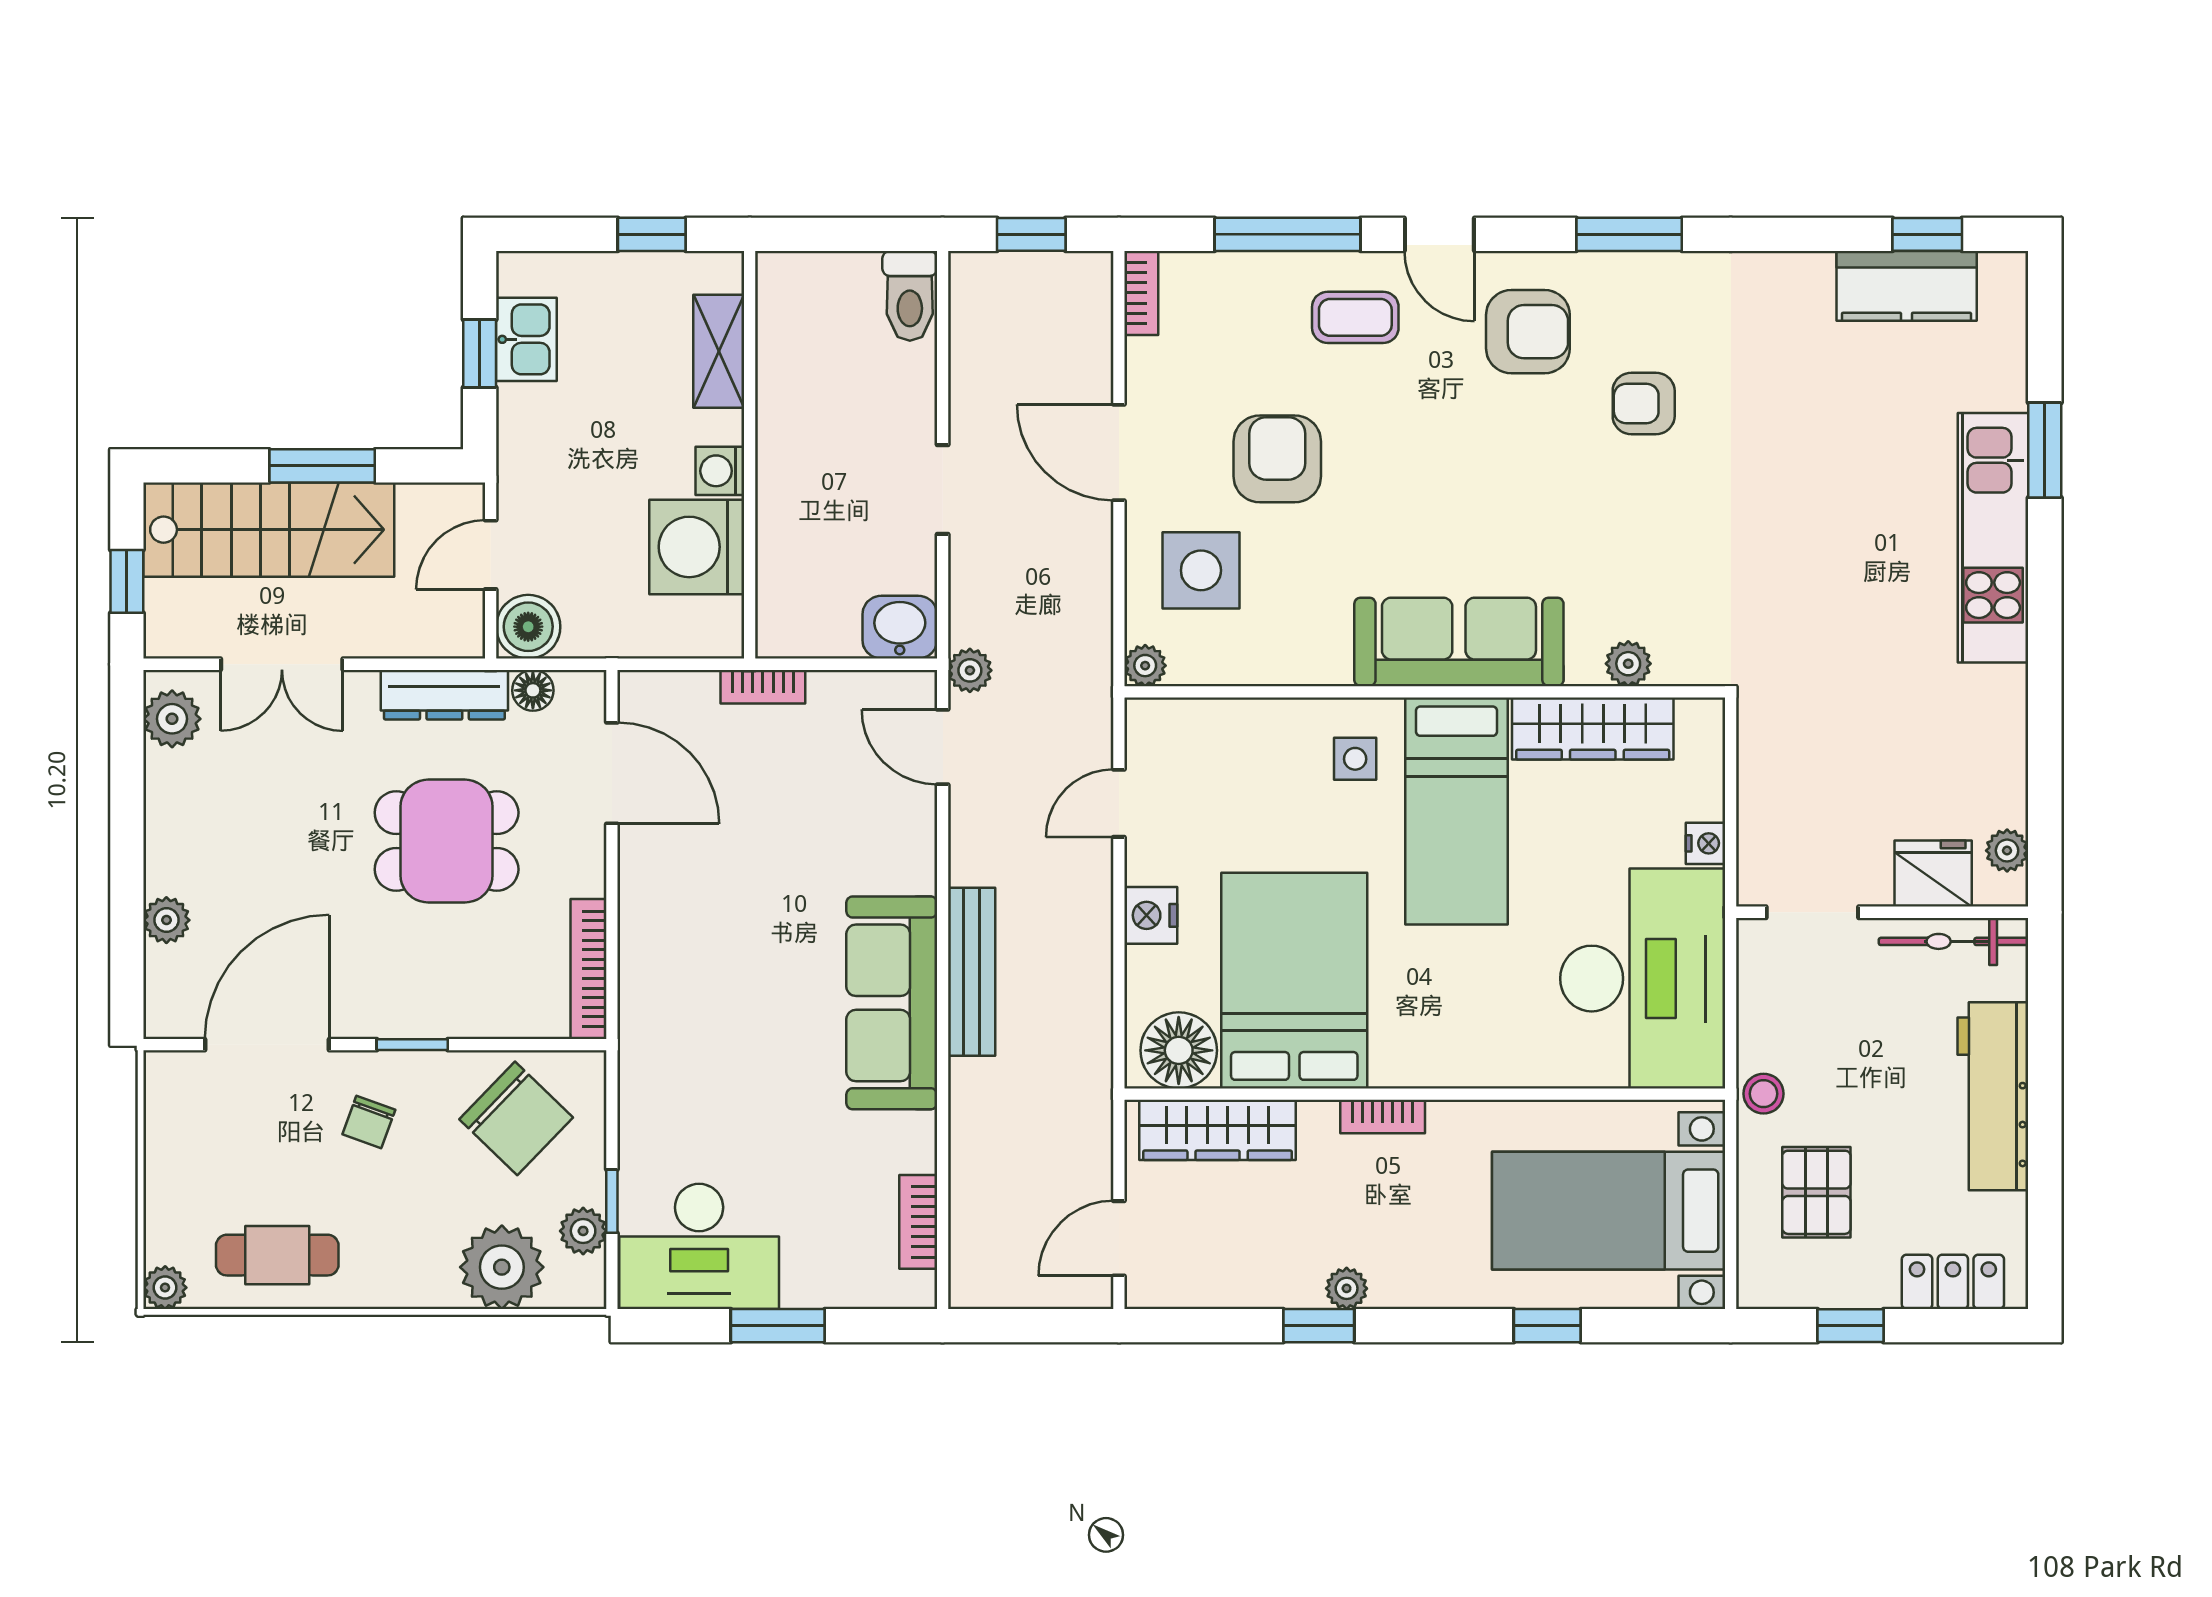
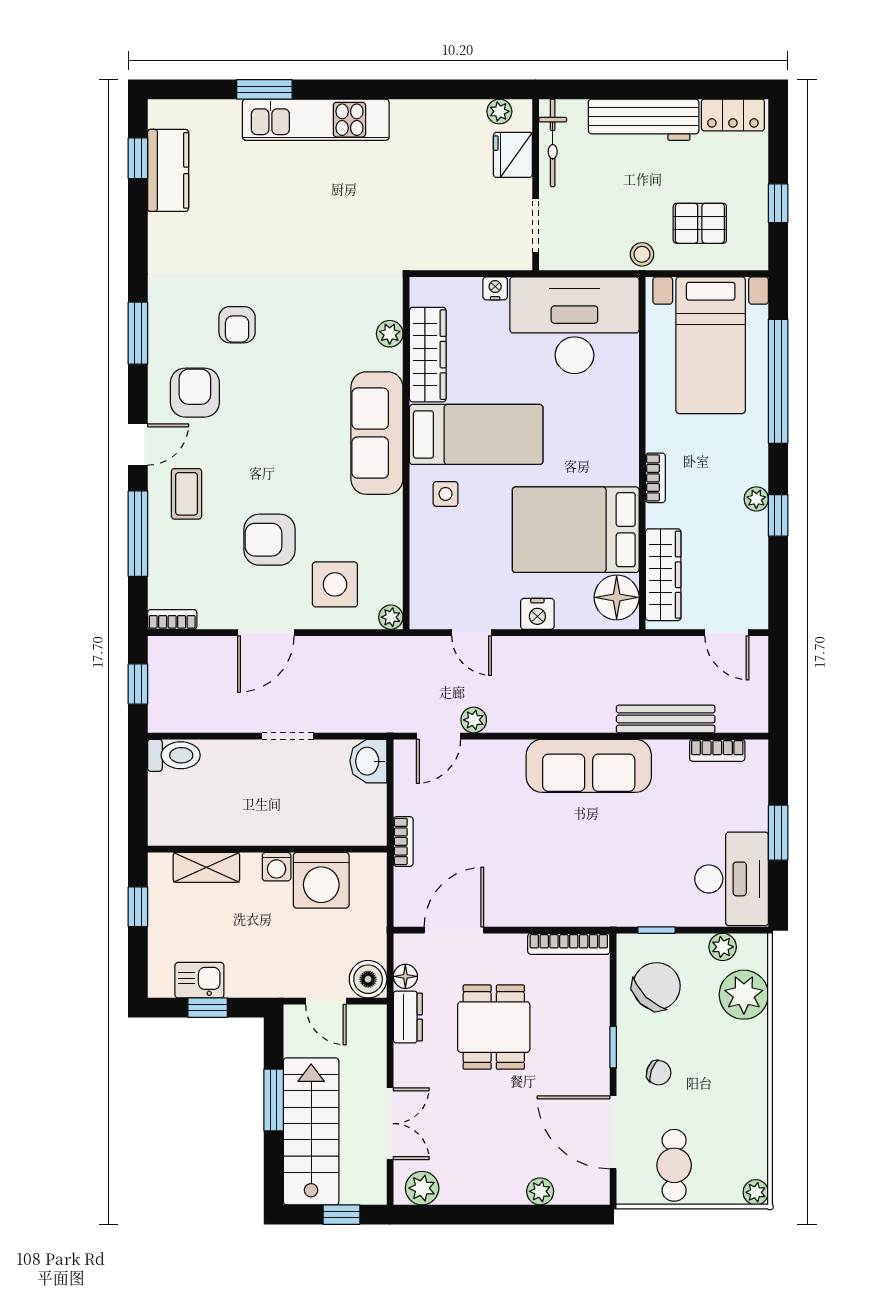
plant: (970, 670) -> (474, 720), moved
dresser: (444, 695) -> (408, 1017), width x0.70
bench: (972, 972) -> (666, 719), moved
window: (612, 1201) -> (657, 930), moved
cafe table: (277, 1255) -> (674, 1165), moved
locker: (1953, 1282) -> (733, 115), moved, turned -90
window: (1547, 1326) -> (778, 381), width x3.17

